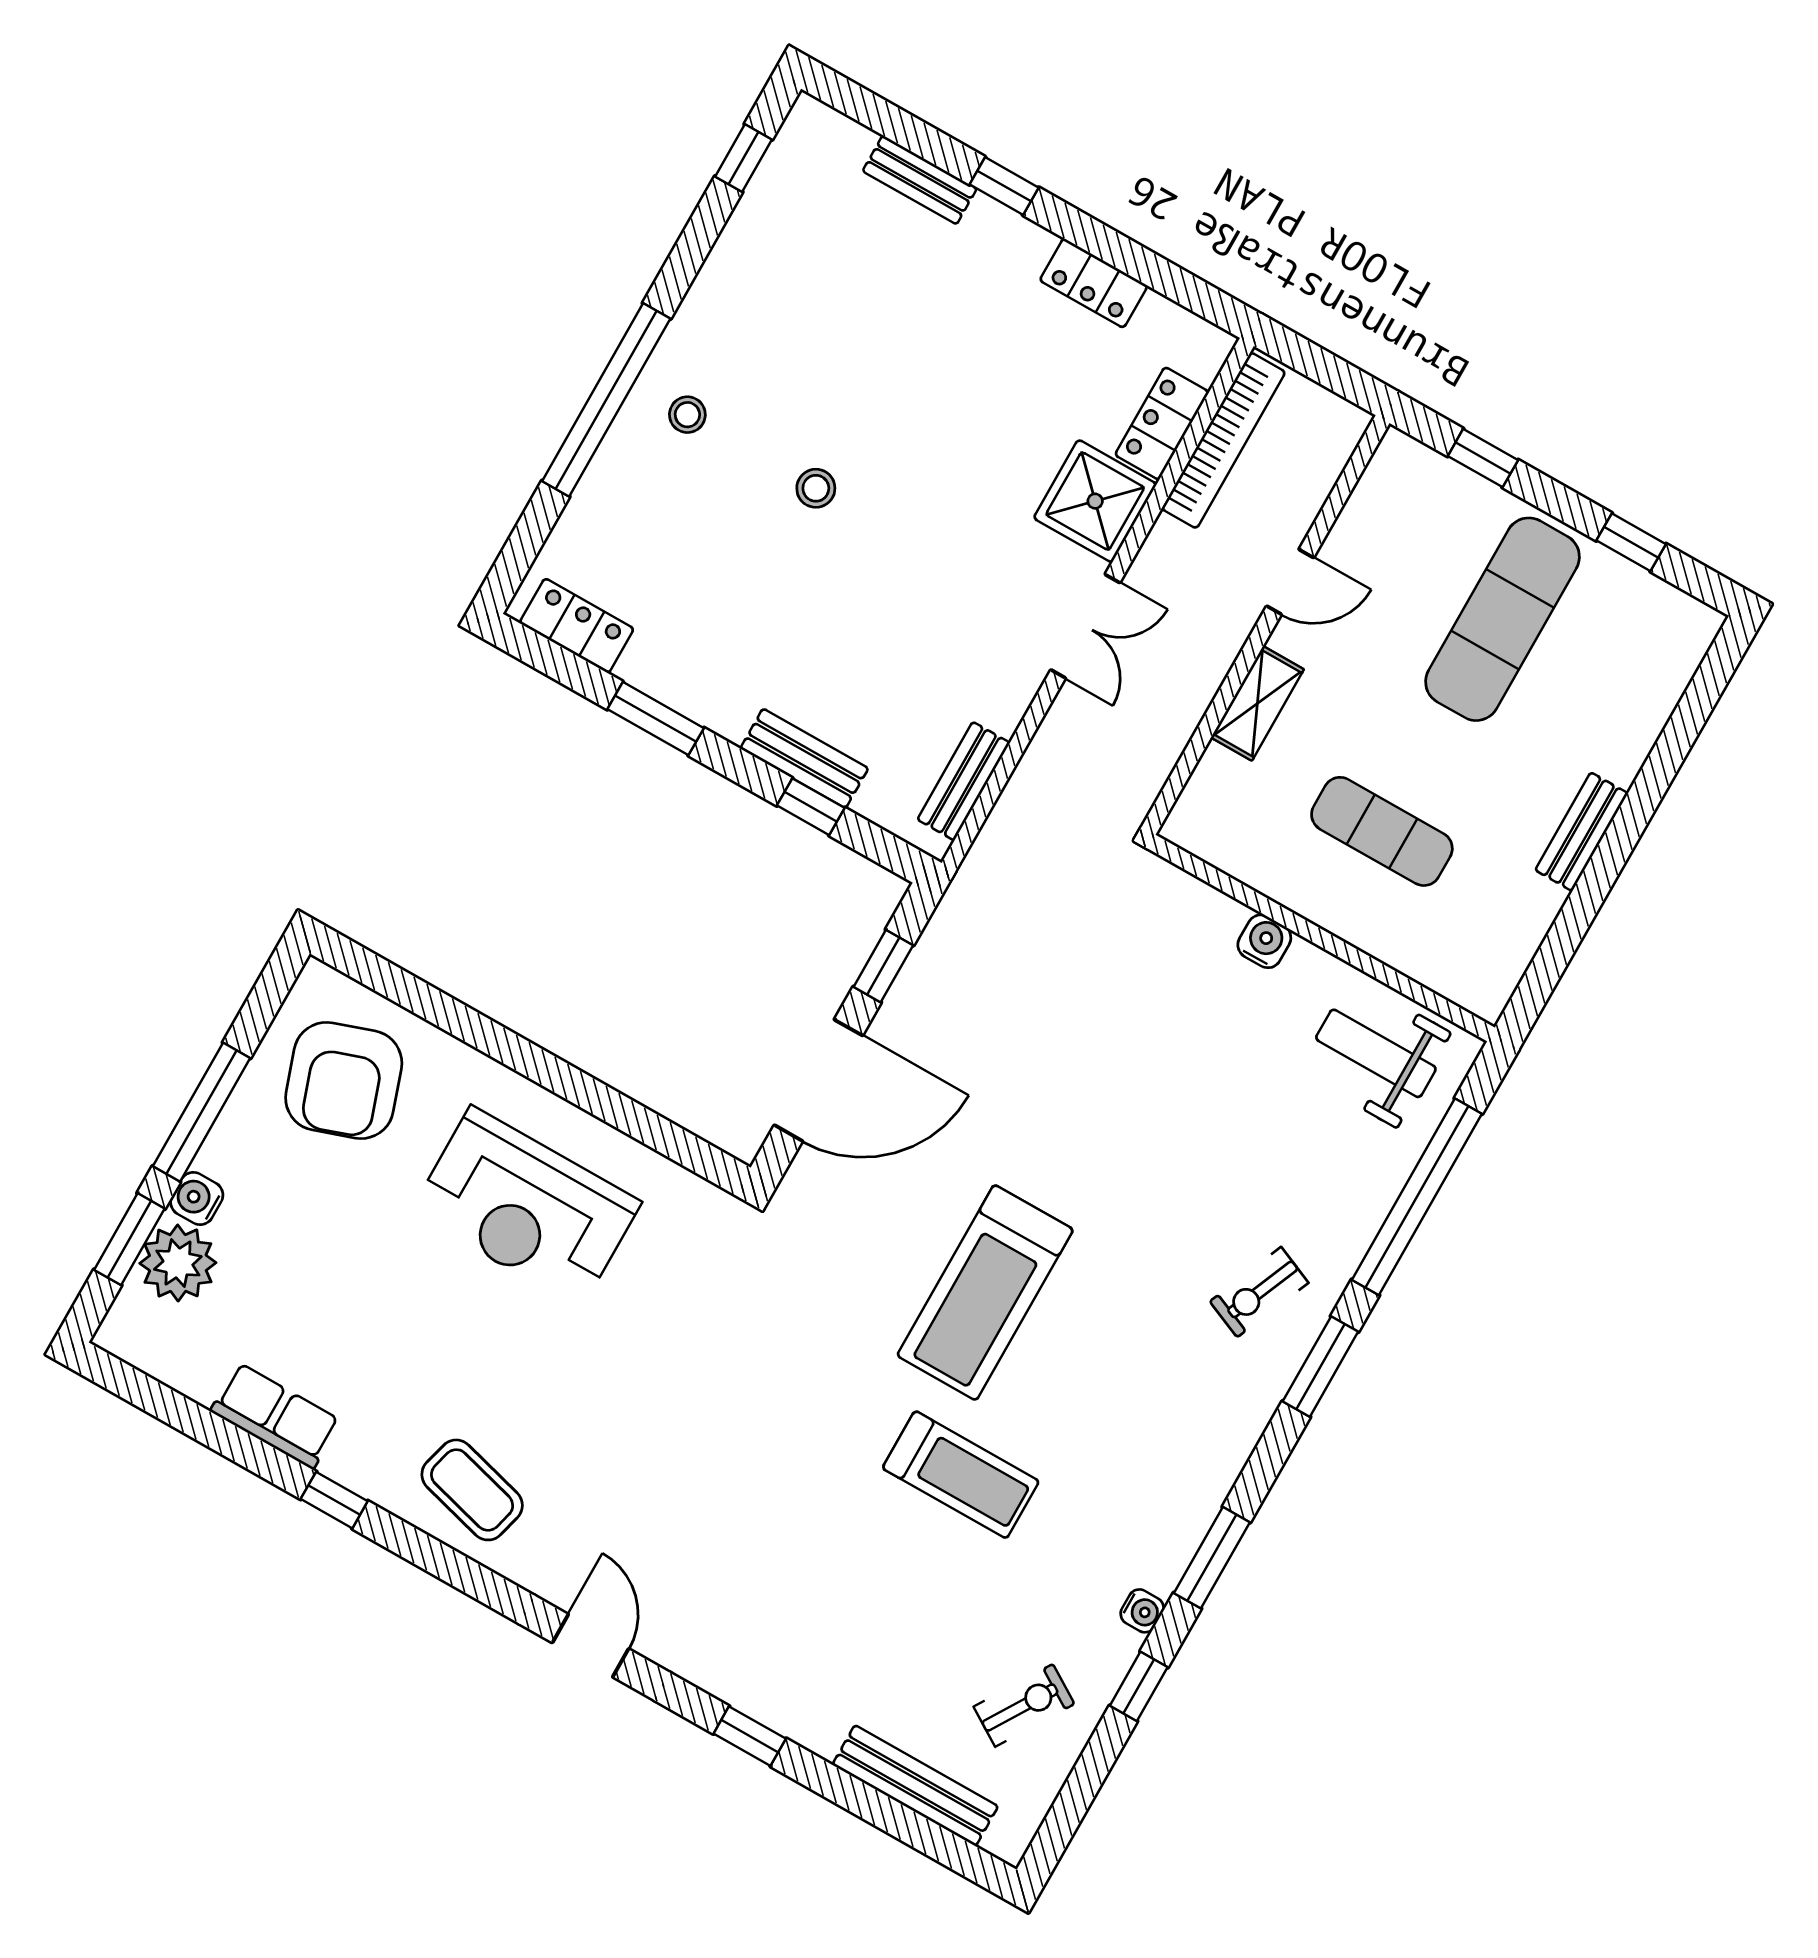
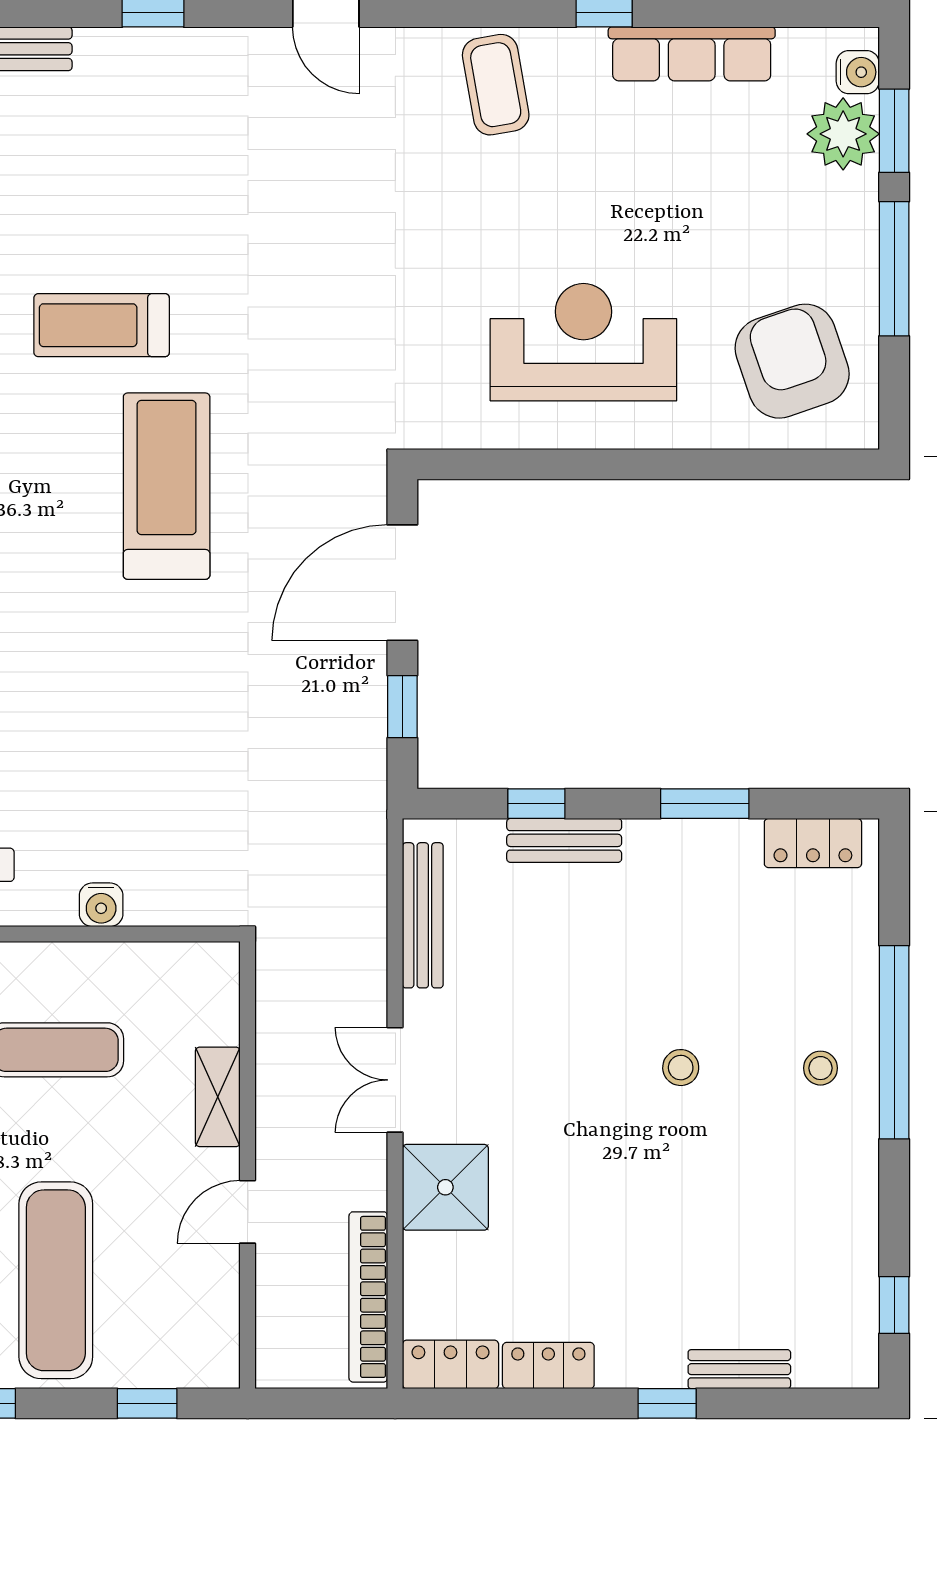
locker: (1162, 423) -> (450, 1364), moved, turned -90
bench: (964, 781) -> (423, 915), width x1.36
water cooler: (197, 1199) -> (858, 72), moved
row of seats: (275, 1416) -> (692, 54), width x1.48
coffee table: (472, 1490) -> (496, 85), turned 65

